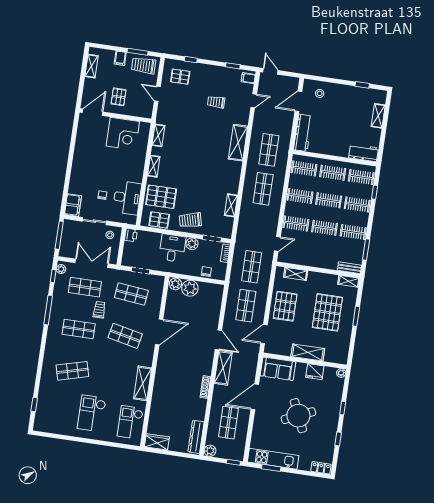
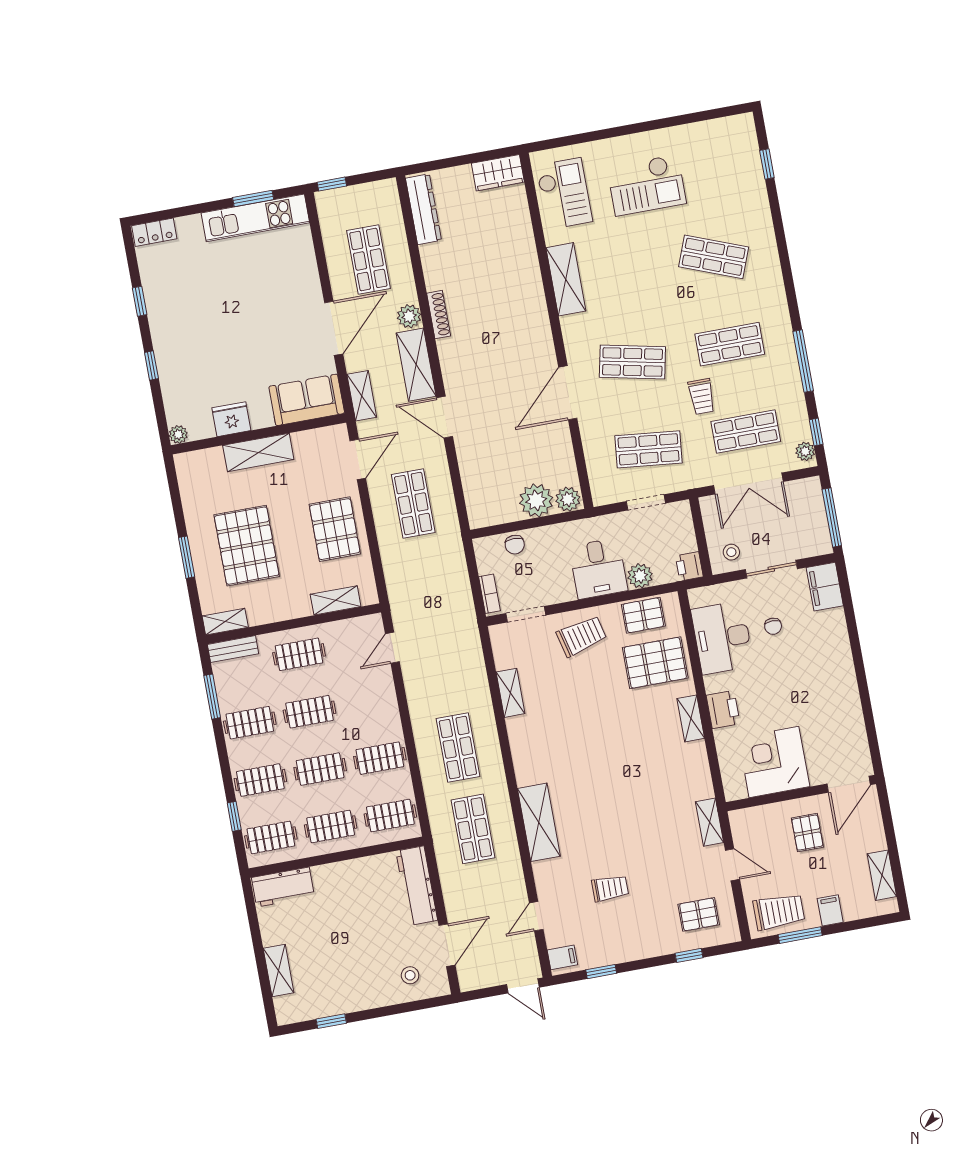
shelving: (158, 135) -> (709, 822), moved
printer: (138, 165) -> (723, 710), added
clothes rail: (296, 223) -> (299, 654), moved
plant: (192, 244) -> (640, 576), moved
shop shelf: (252, 267) -> (428, 585), removed
shelving: (252, 362) -> (362, 396), added
shop shelf: (72, 371) -> (714, 257), turned 36
checkout: (92, 413) -> (647, 185), turned 90
round table: (298, 416) -> (234, 321), removed
plant: (210, 451) -> (409, 316), moved

